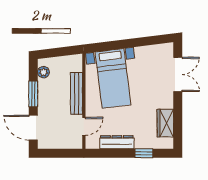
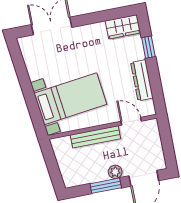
plant: (43, 72) -> (115, 172), moved
wardrobe: (165, 123) -> (123, 27), moved

